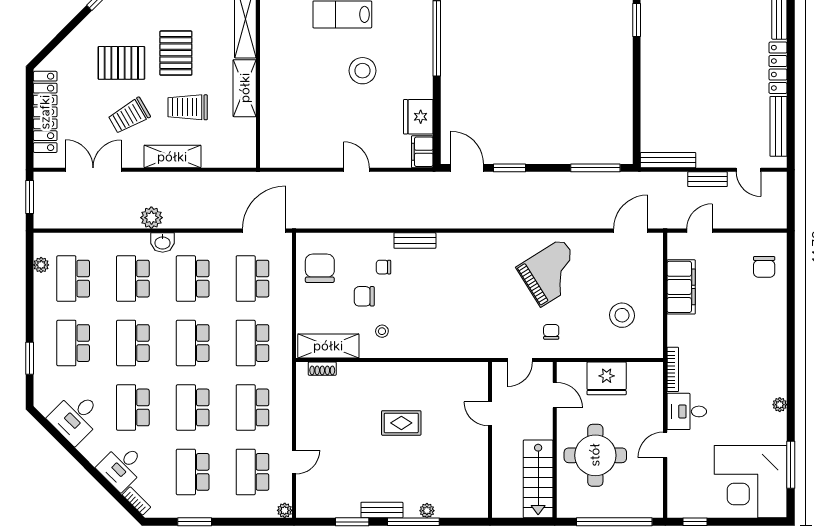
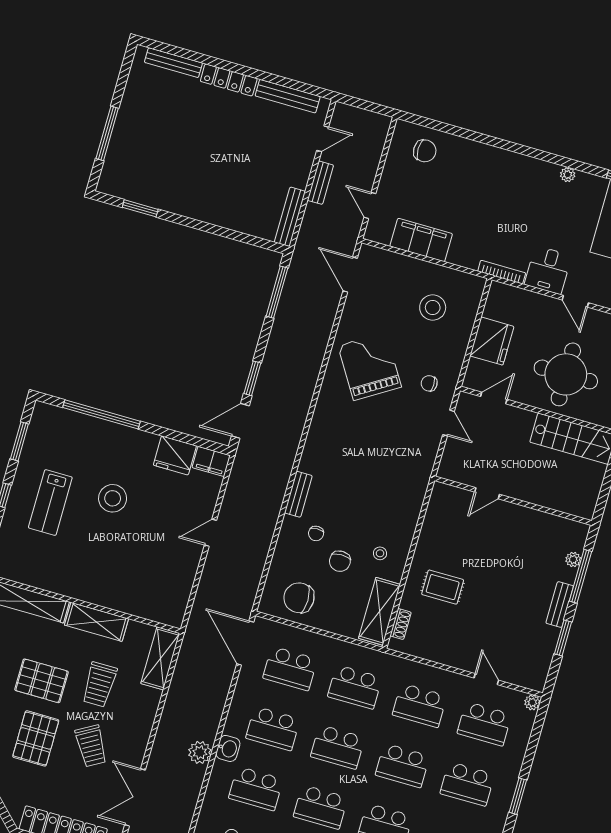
shelving: (172, 157) -> (160, 658), moved
door: (490, 414) -> (487, 493), moved
rug: (401, 423) -> (443, 587), moved, turned 90
wall: (490, 440) -> (513, 501), moved

